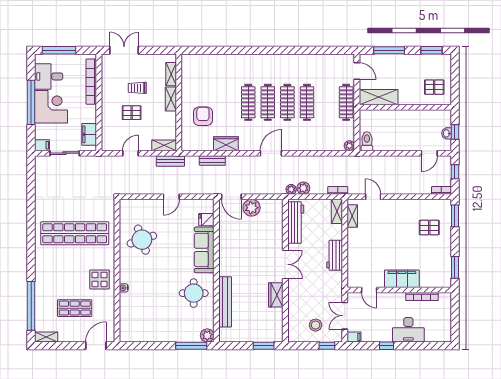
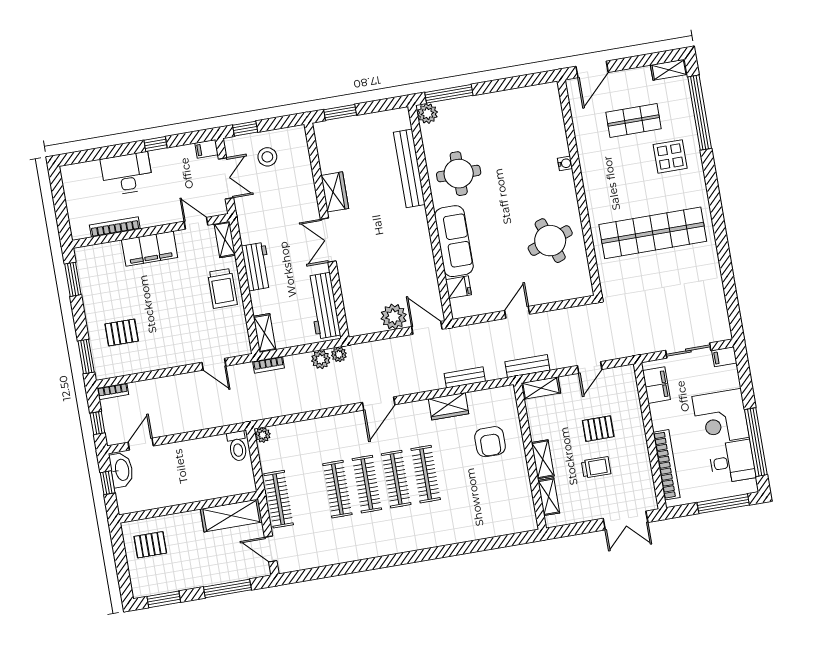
window: (31, 102) -> (756, 442), moved
washbasin: (447, 133) -> (121, 470), width x1.91, depth x1.45
shelving: (352, 216) -> (225, 240), moved
trolley: (359, 245) -> (222, 288), added
display table: (100, 279) -> (670, 156), moved

